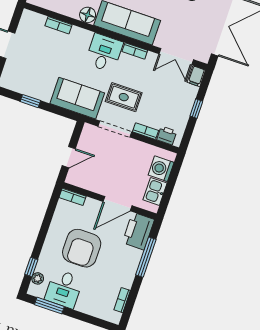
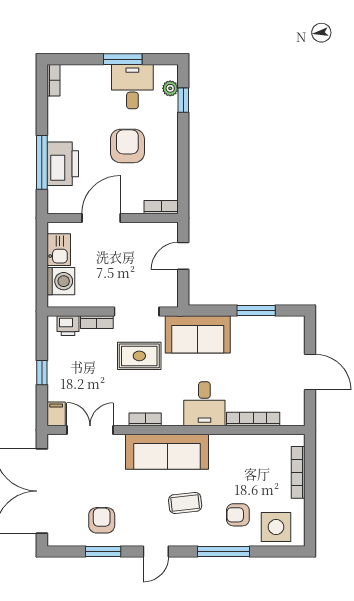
floor lamp: (88, 15) -> (221, 445), removed
bookcase: (59, 25) -> (253, 419), width x1.56
desk: (104, 53) -> (204, 404), moved
window: (30, 101) -> (256, 310), width x1.50
printer: (138, 231) -> (63, 164), moved
armchair: (82, 248) -> (127, 146), width x0.73, depth x0.73
bookcase: (122, 300) -> (54, 80), moved
window: (49, 306) -> (123, 59), moved

